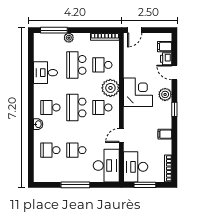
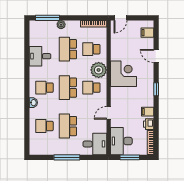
printer: (166, 59) -> (149, 124), moved
plant: (165, 94) -> (148, 76), removed
school desk: (76, 150) -> (68, 126), width x1.85
desk: (106, 166) -> (95, 144), width x0.73

